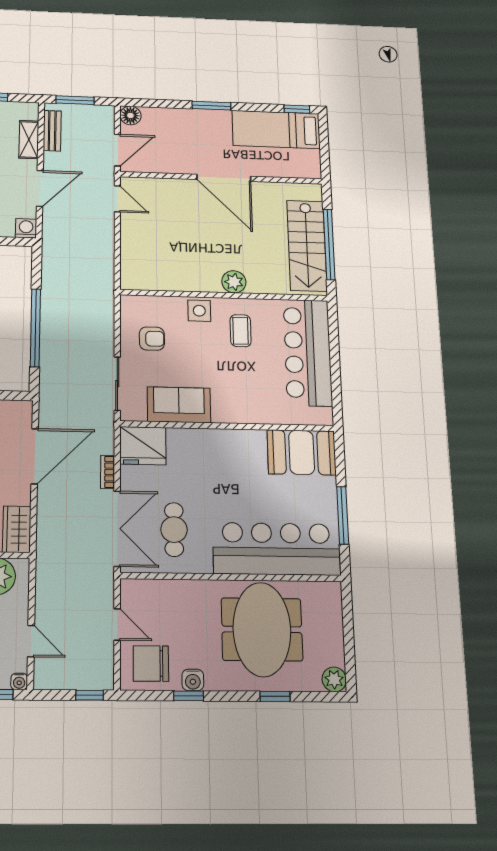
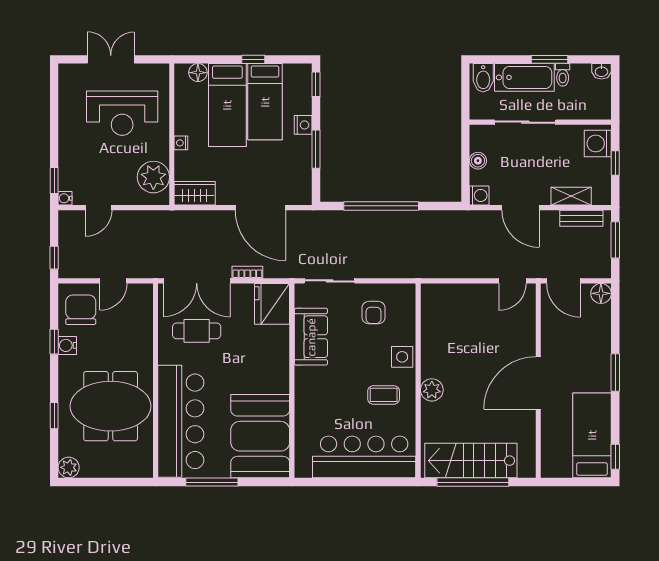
booth: (302, 452) -> (260, 436), width x1.36, depth x1.42

